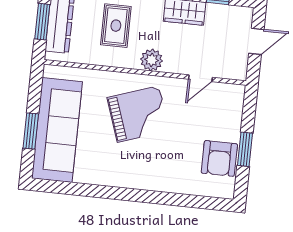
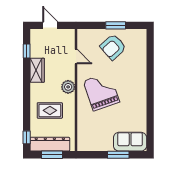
sofa: (57, 130) -> (130, 142), width x0.54, depth x0.79
armchair: (219, 158) -> (113, 47), moved, turned 138

